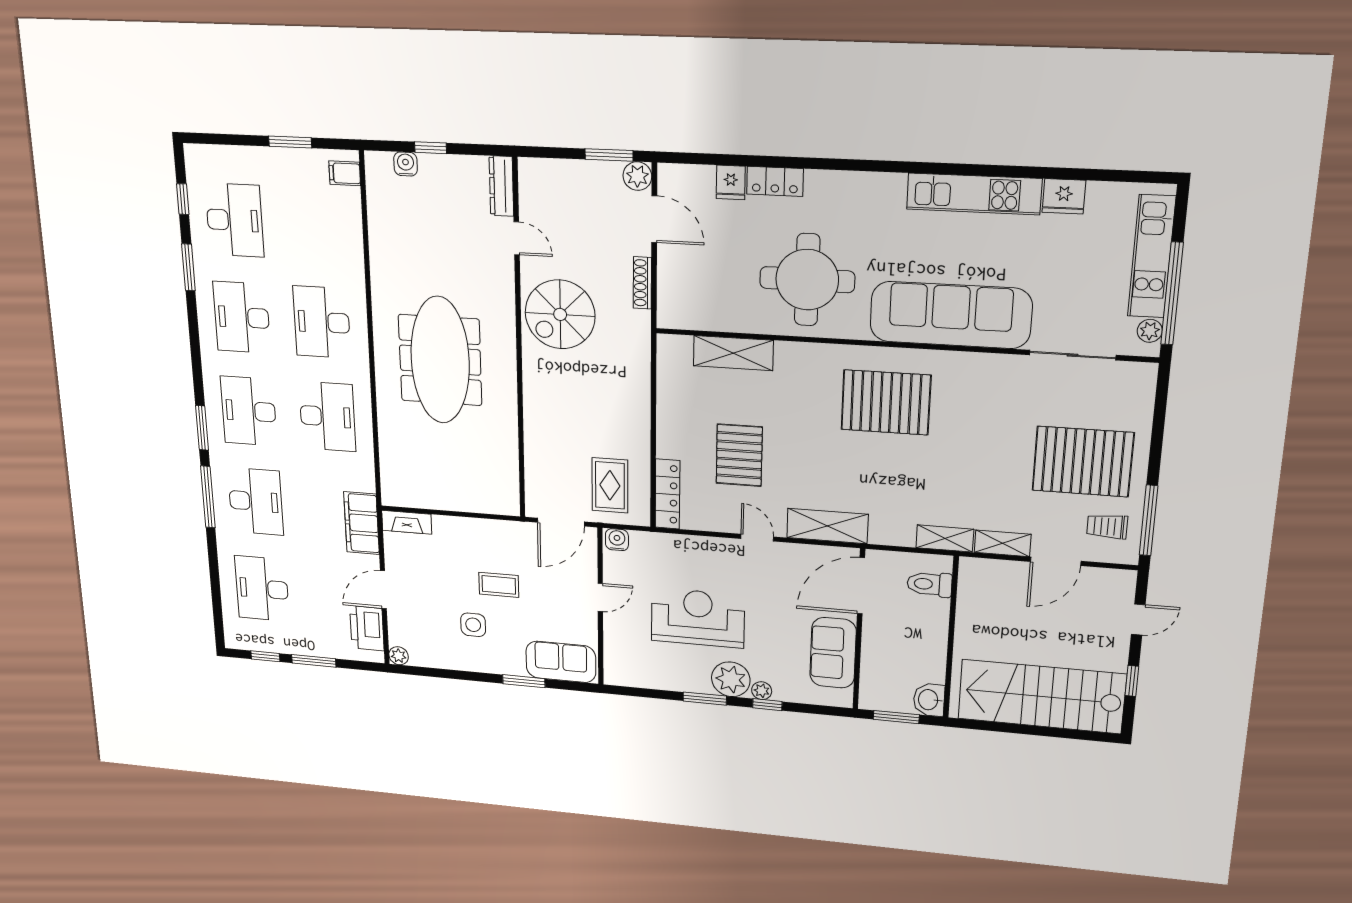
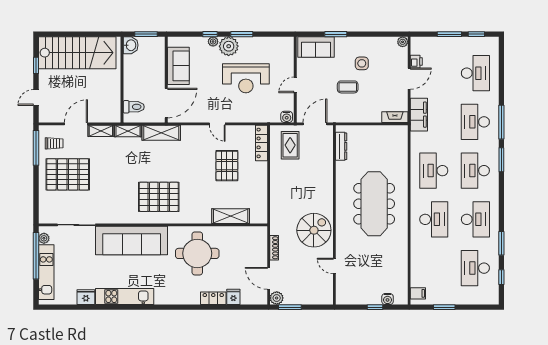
dresser: (501, 186) -> (341, 146), moved
desk: (249, 411) -> (475, 171), turned 180
shelving: (827, 526) -> (161, 133), moved
printer: (367, 628) -> (416, 62), width x0.53, depth x0.68

